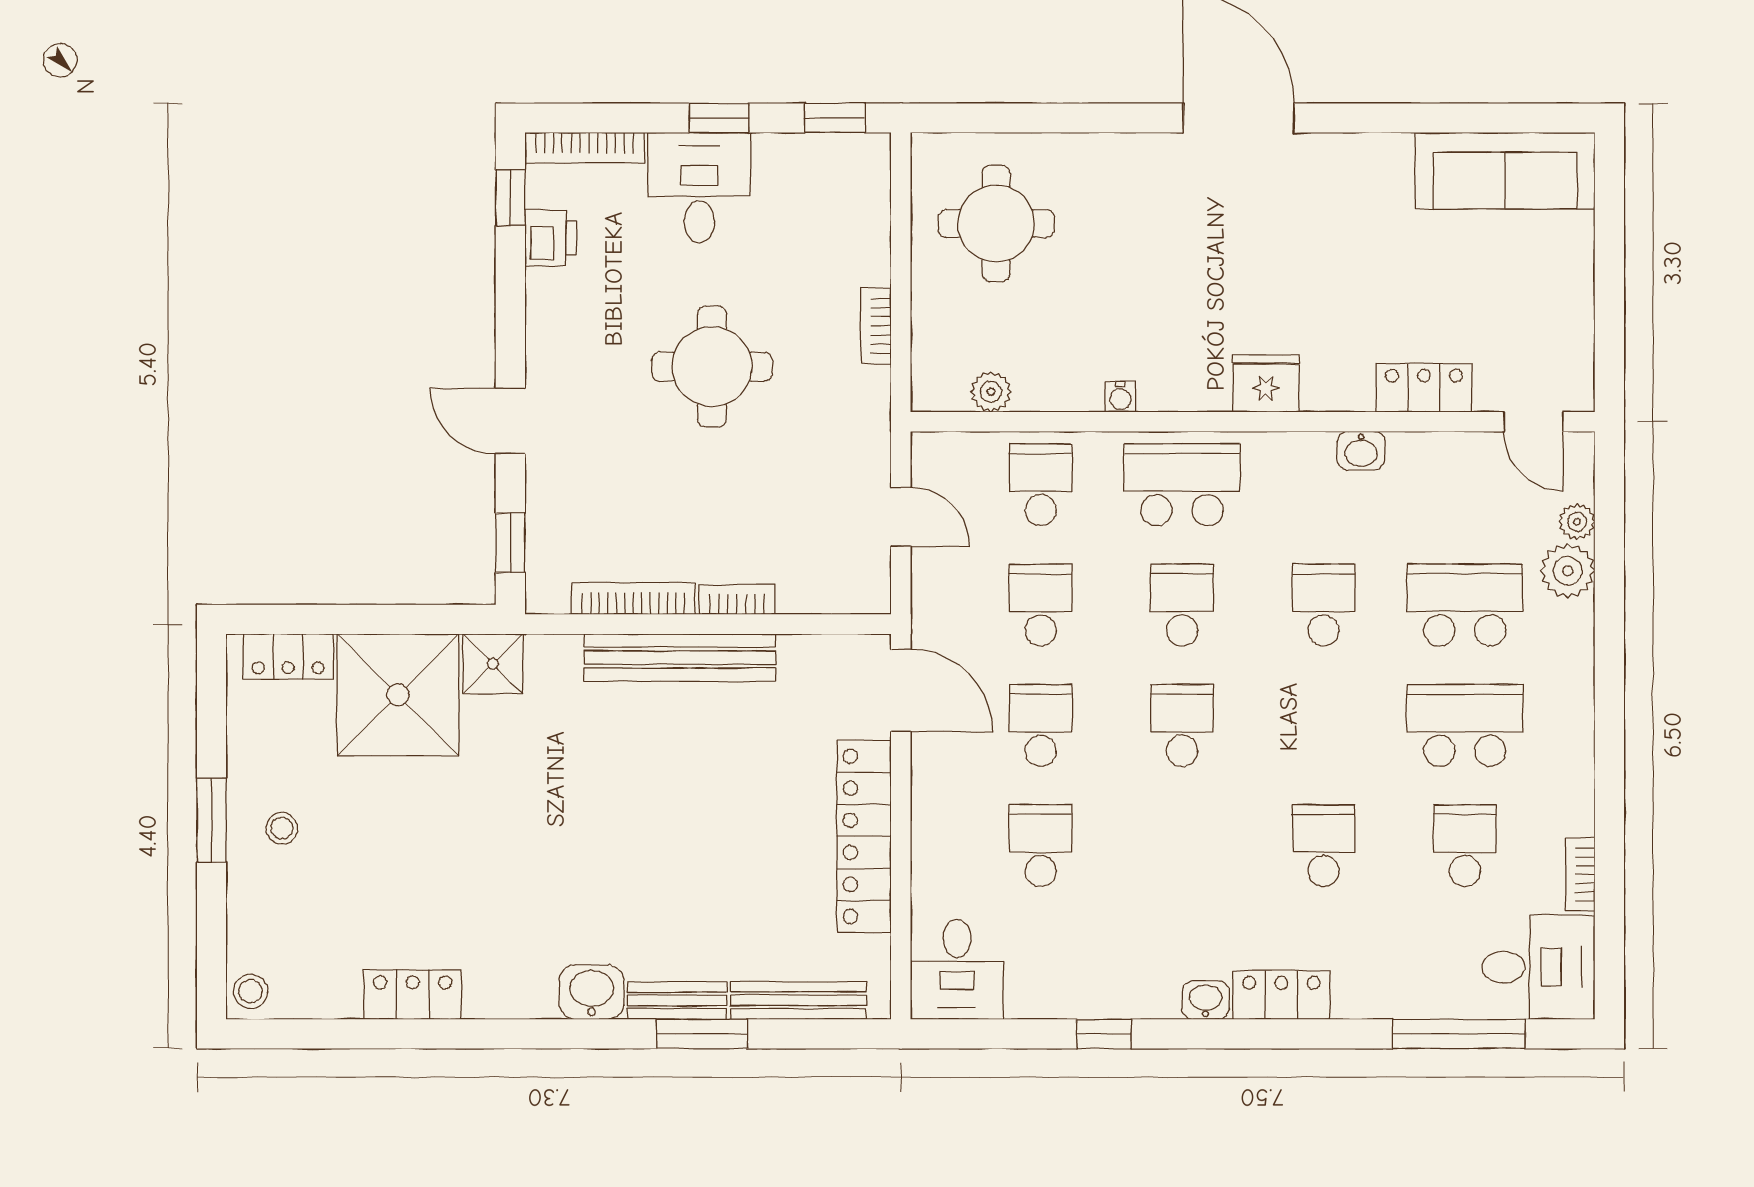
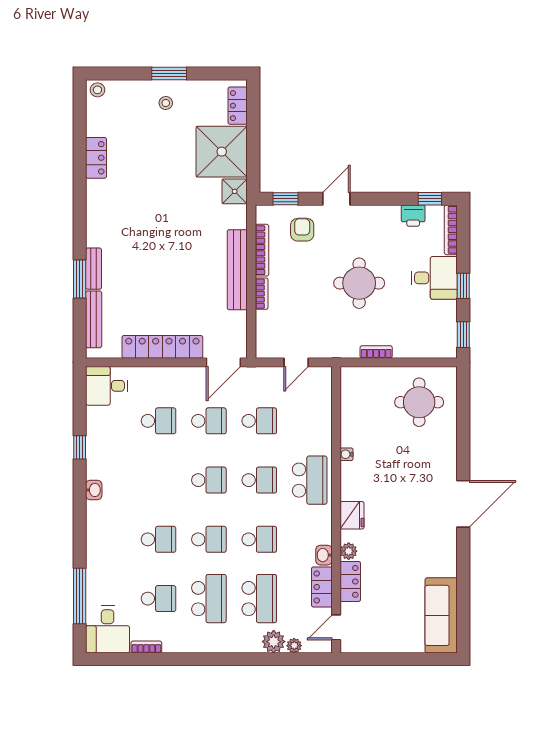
plant: (991, 392) -> (349, 551), moved
school desk: (1041, 485) -> (209, 539), moved
armchair: (584, 503) -> (302, 230), added
washbasin: (592, 992) -> (97, 233), removed
locker: (1281, 995) -> (322, 587), moved, turned 180

